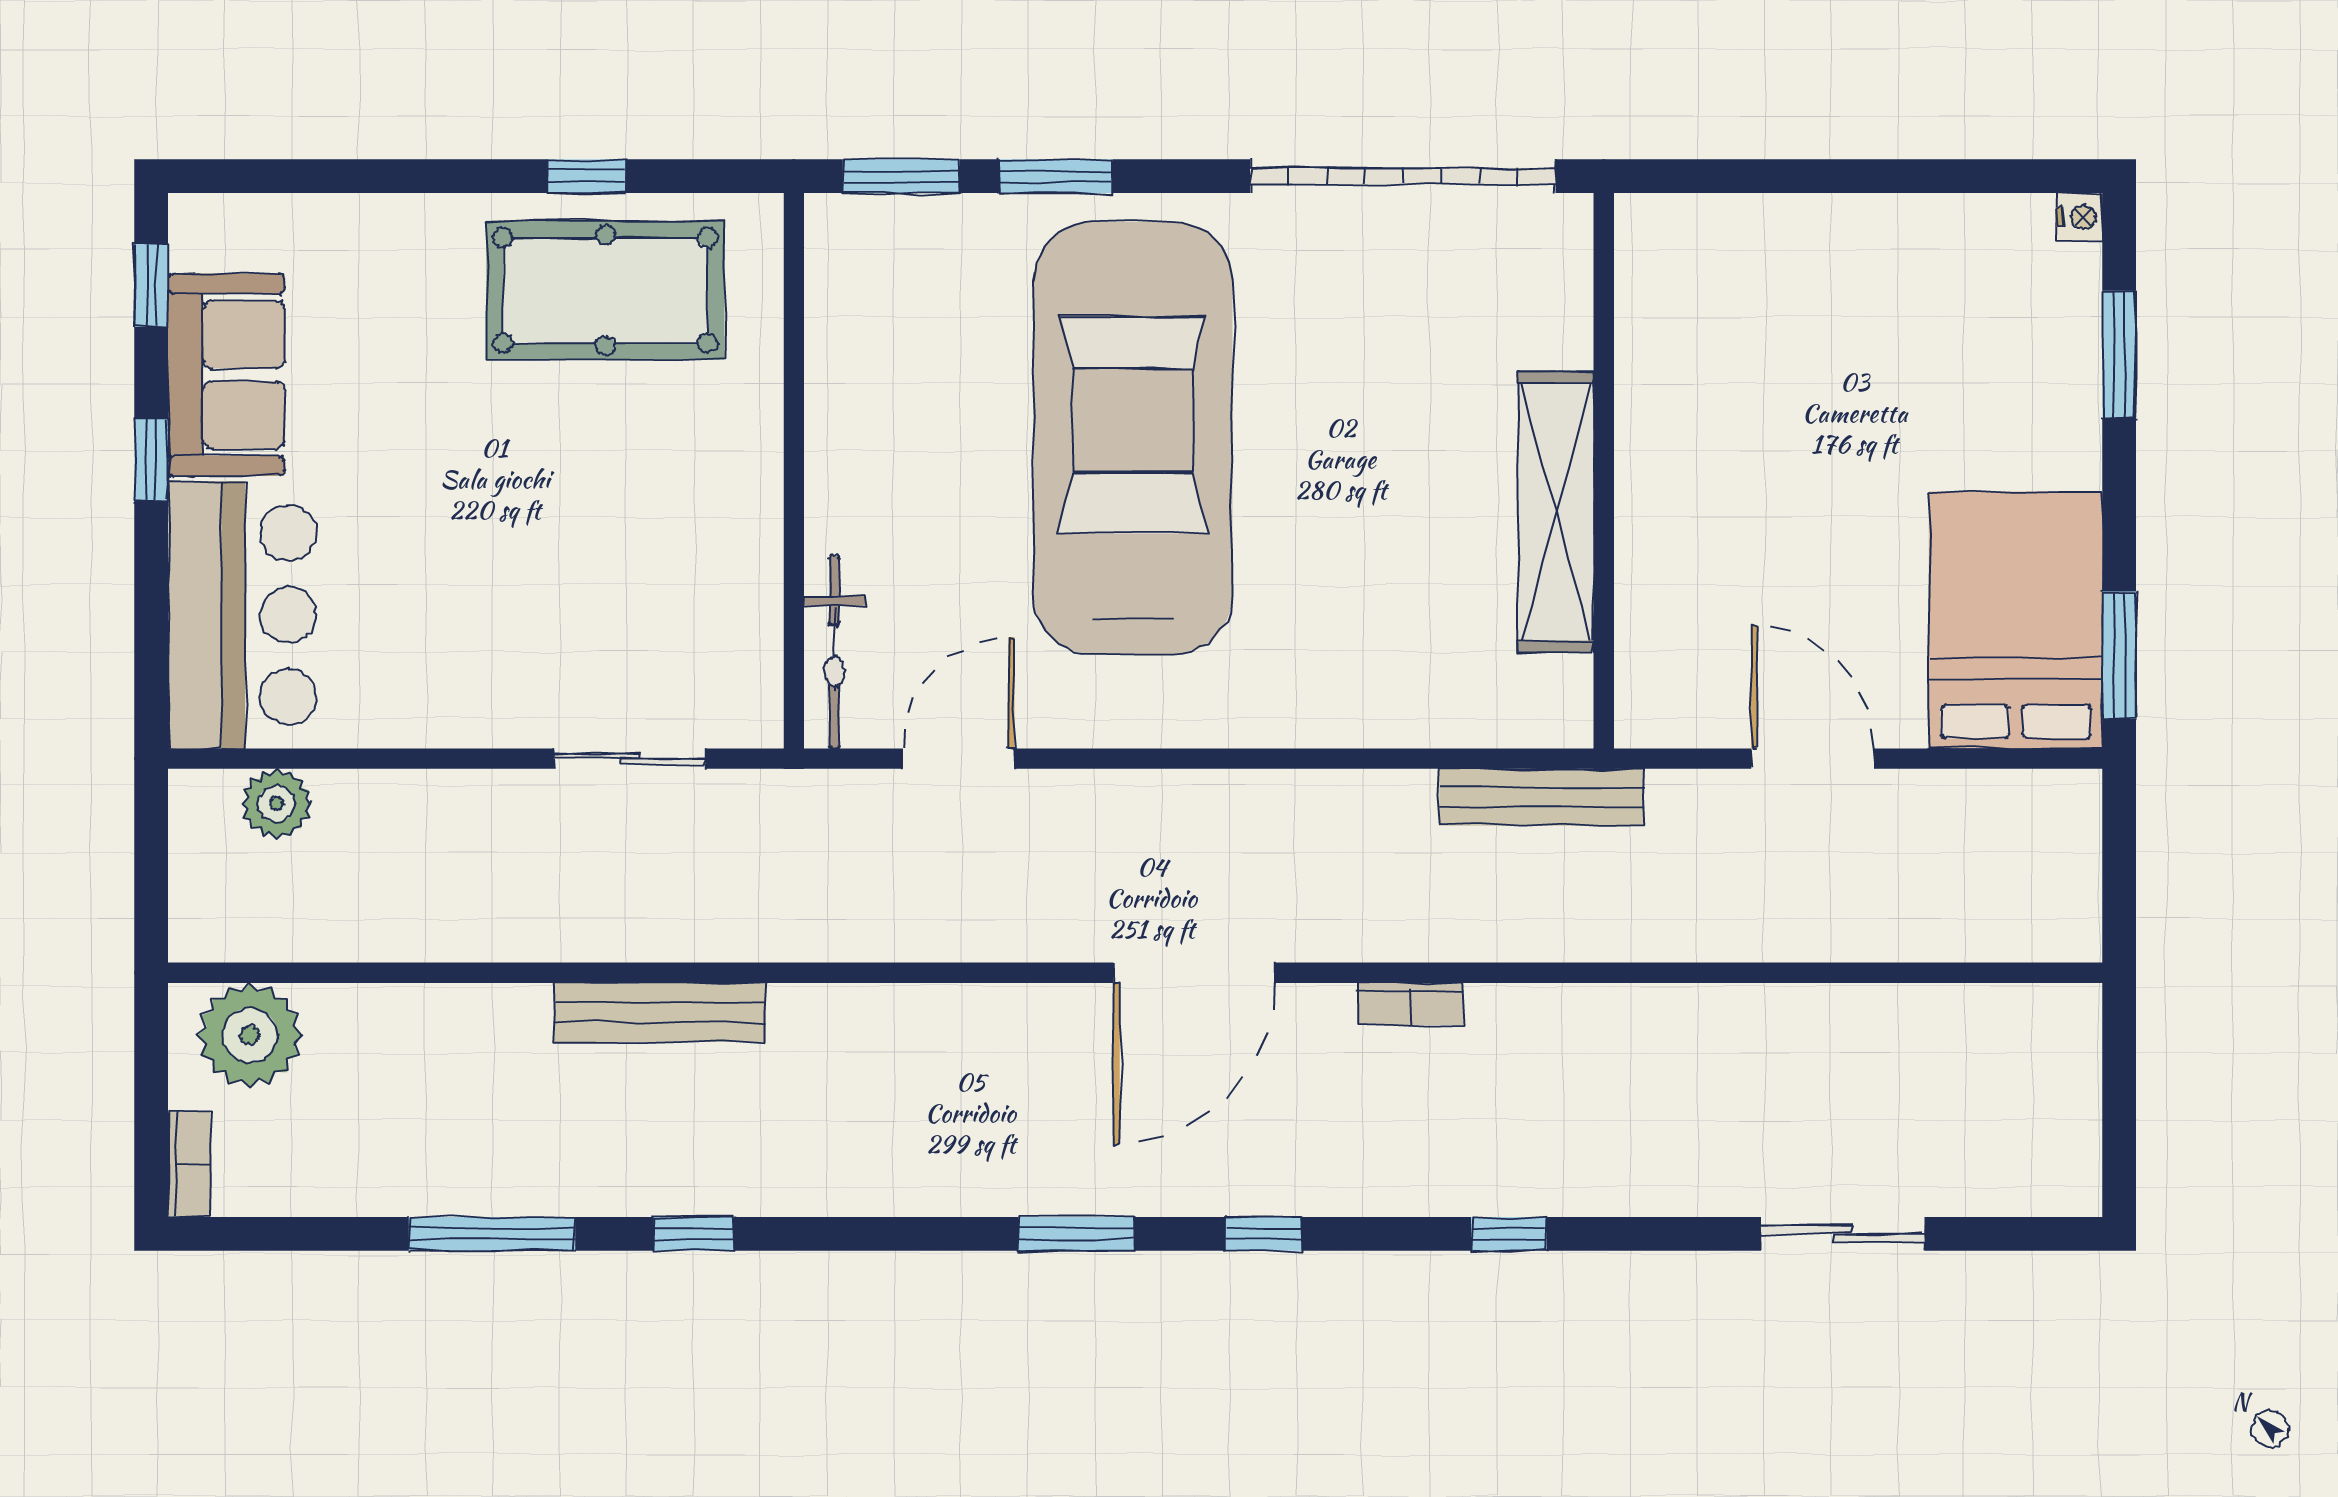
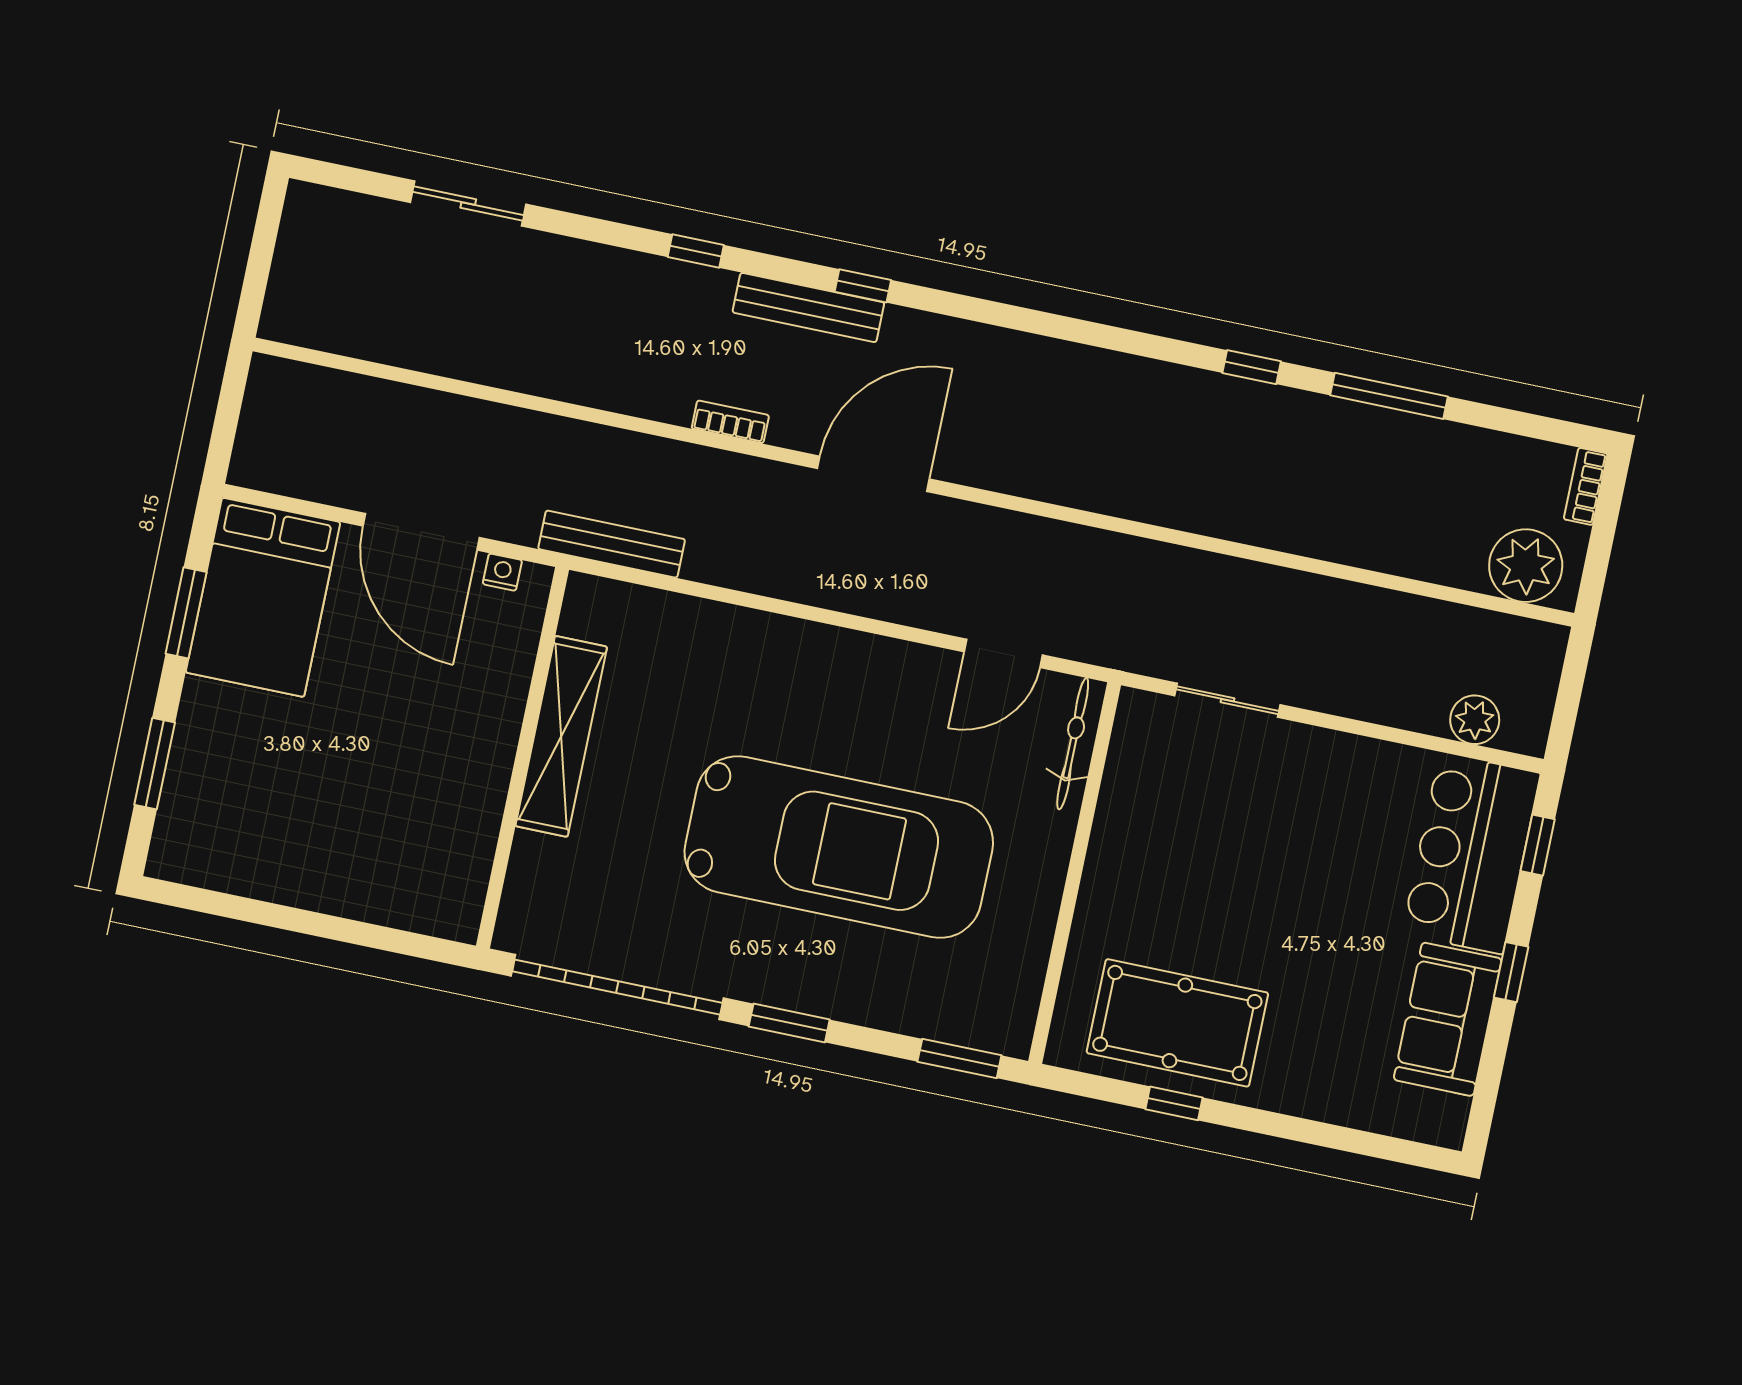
window: (1056, 176) -> (789, 1023), moved
nightstand: (2080, 217) -> (502, 572), moved, turned 90
window: (151, 285) -> (1538, 845), moved
car: (1133, 438) -> (839, 847), turned -90
window: (2119, 655) -> (186, 613), moved
door: (1813, 759) -> (421, 532), width x1.36
bench: (660, 1012) -> (808, 307), moved
window: (1076, 1234) -> (991, 313), removed

